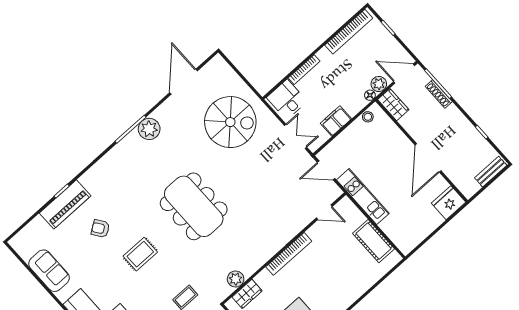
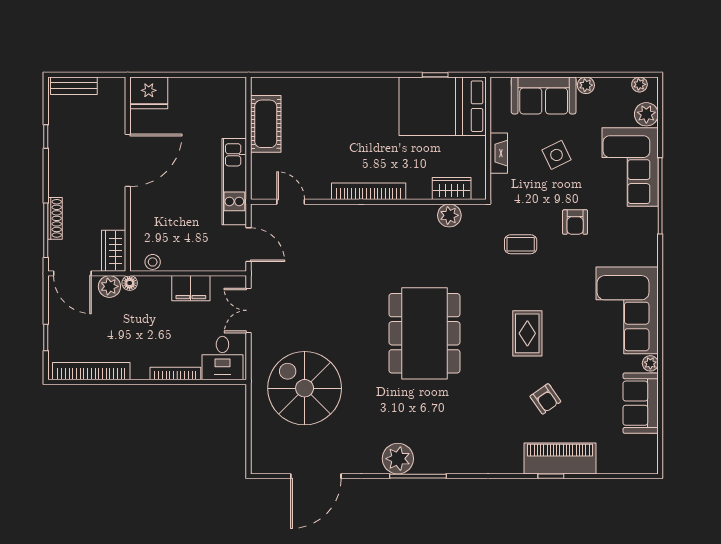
rug: (140, 254) -> (527, 333), turned 90
plant: (63, 296) -> (650, 363), added

